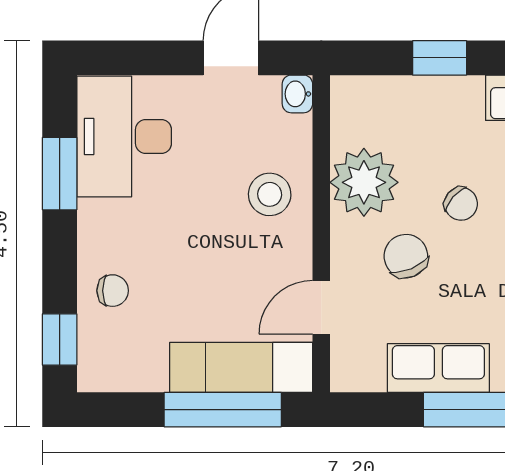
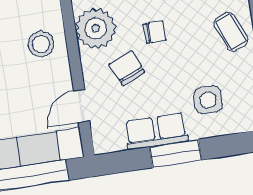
chair: (461, 204) -> (155, 32), turned -41

